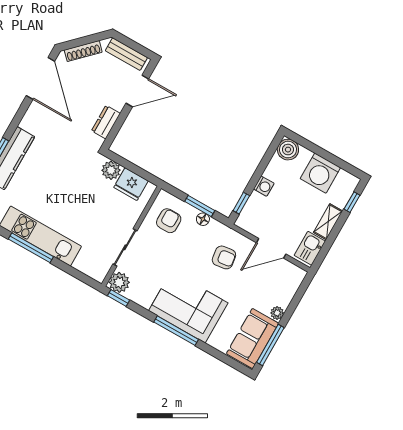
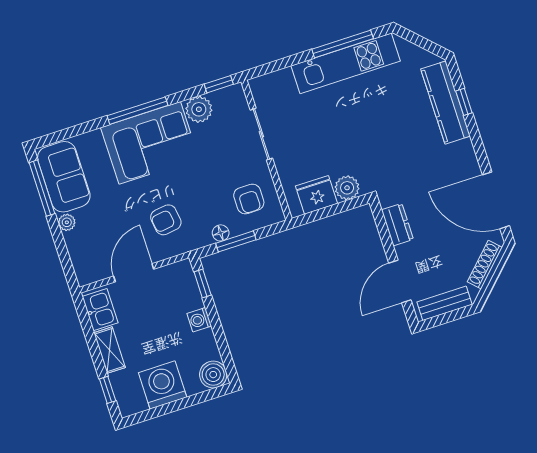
plant: (119, 282) -> (199, 109), moved

